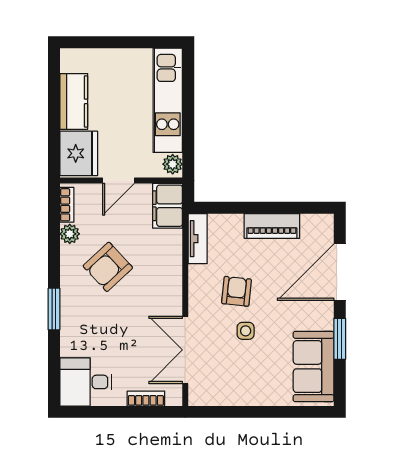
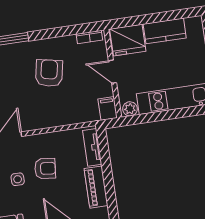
filing cabinet: (167, 206) -> (108, 108), width x0.50
plant: (70, 234) -> (69, 42), removed
tv unit: (198, 239) -> (92, 147), moved, turned 90
armchair: (108, 267) -> (49, 73), turned 54

